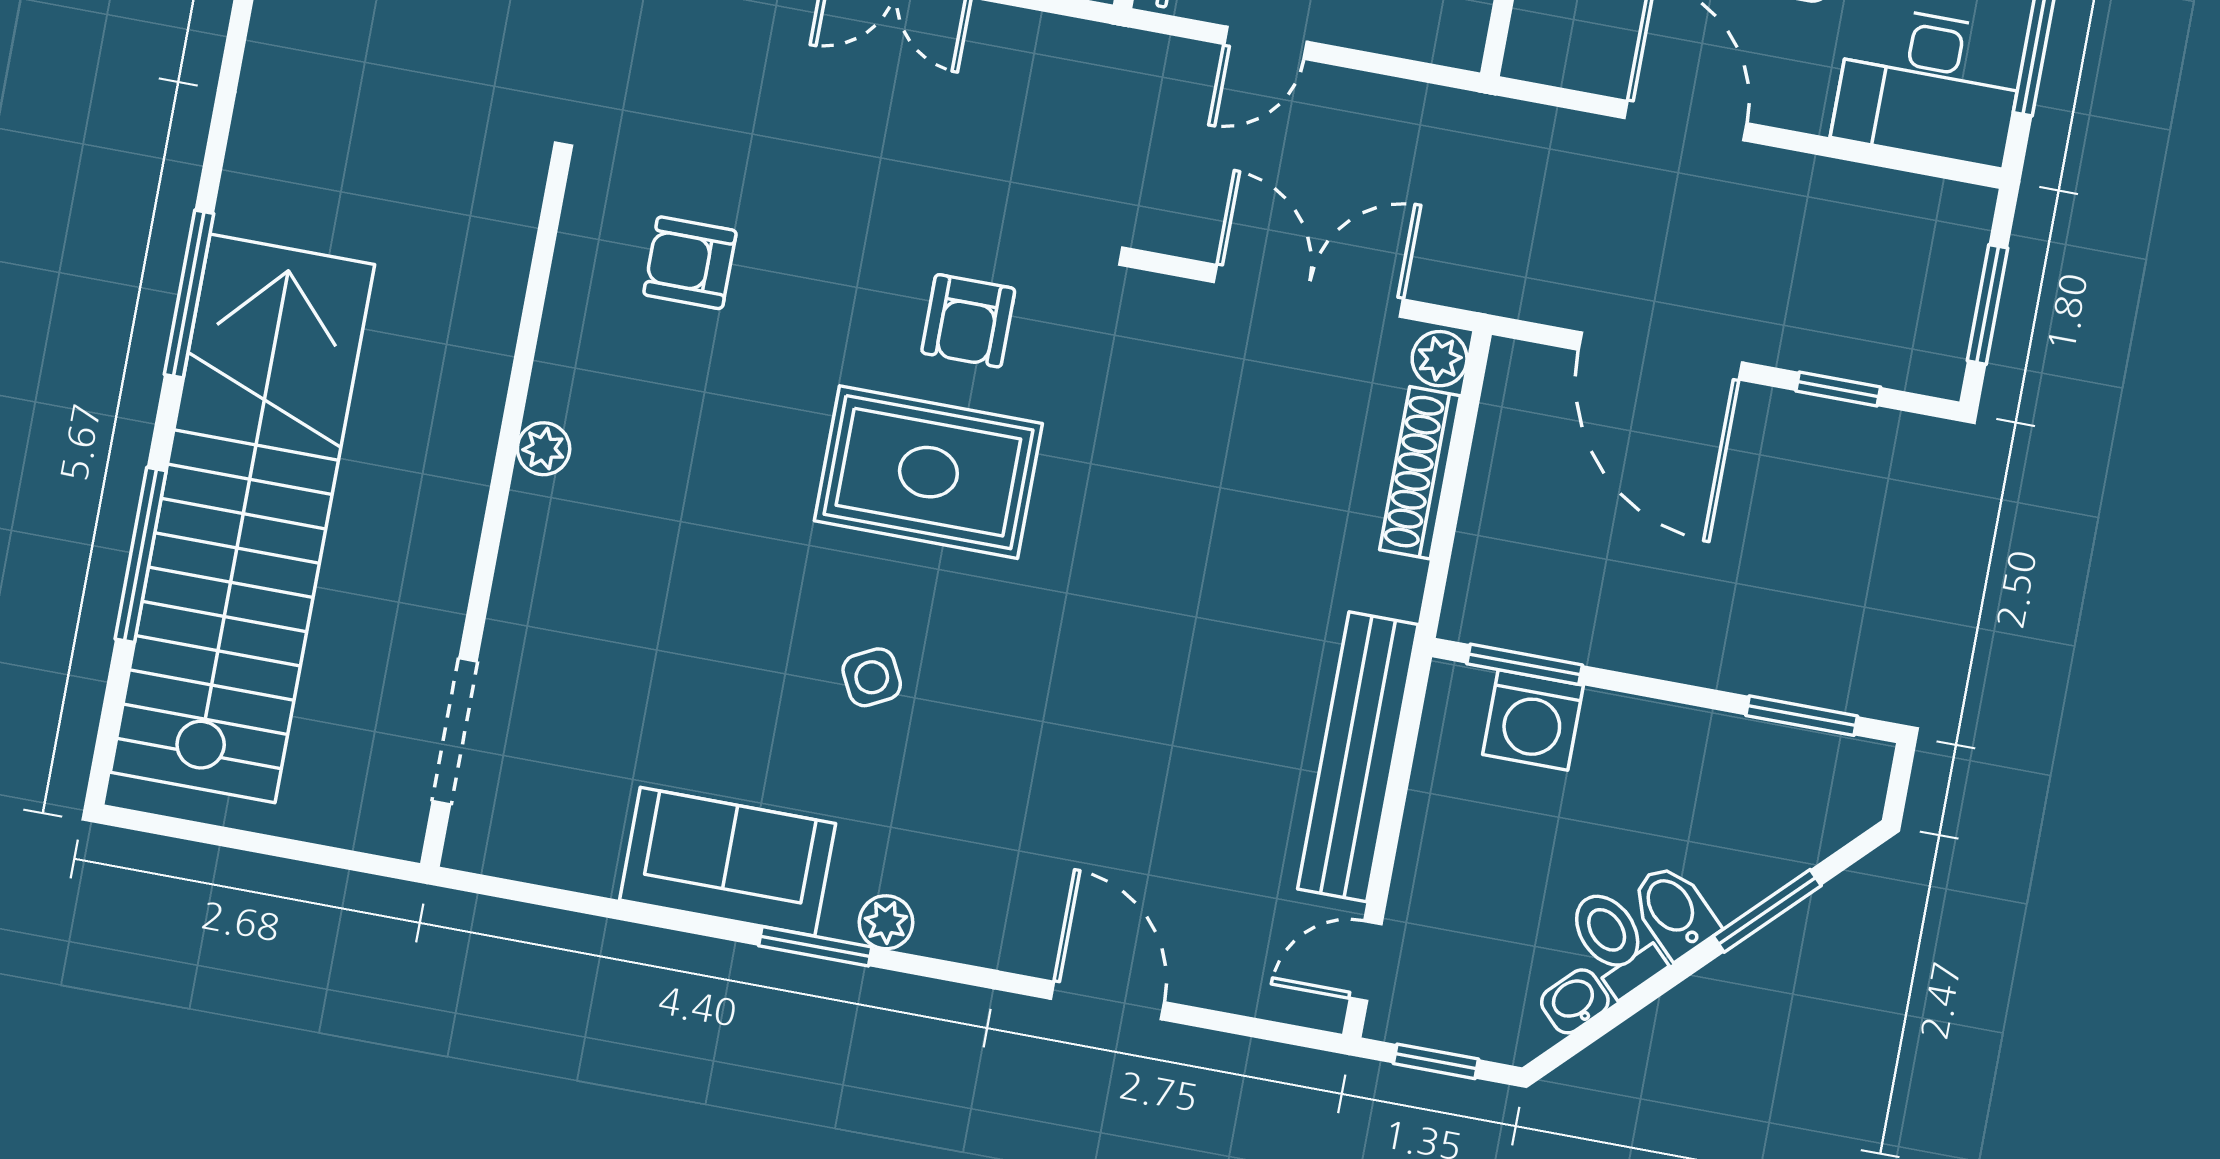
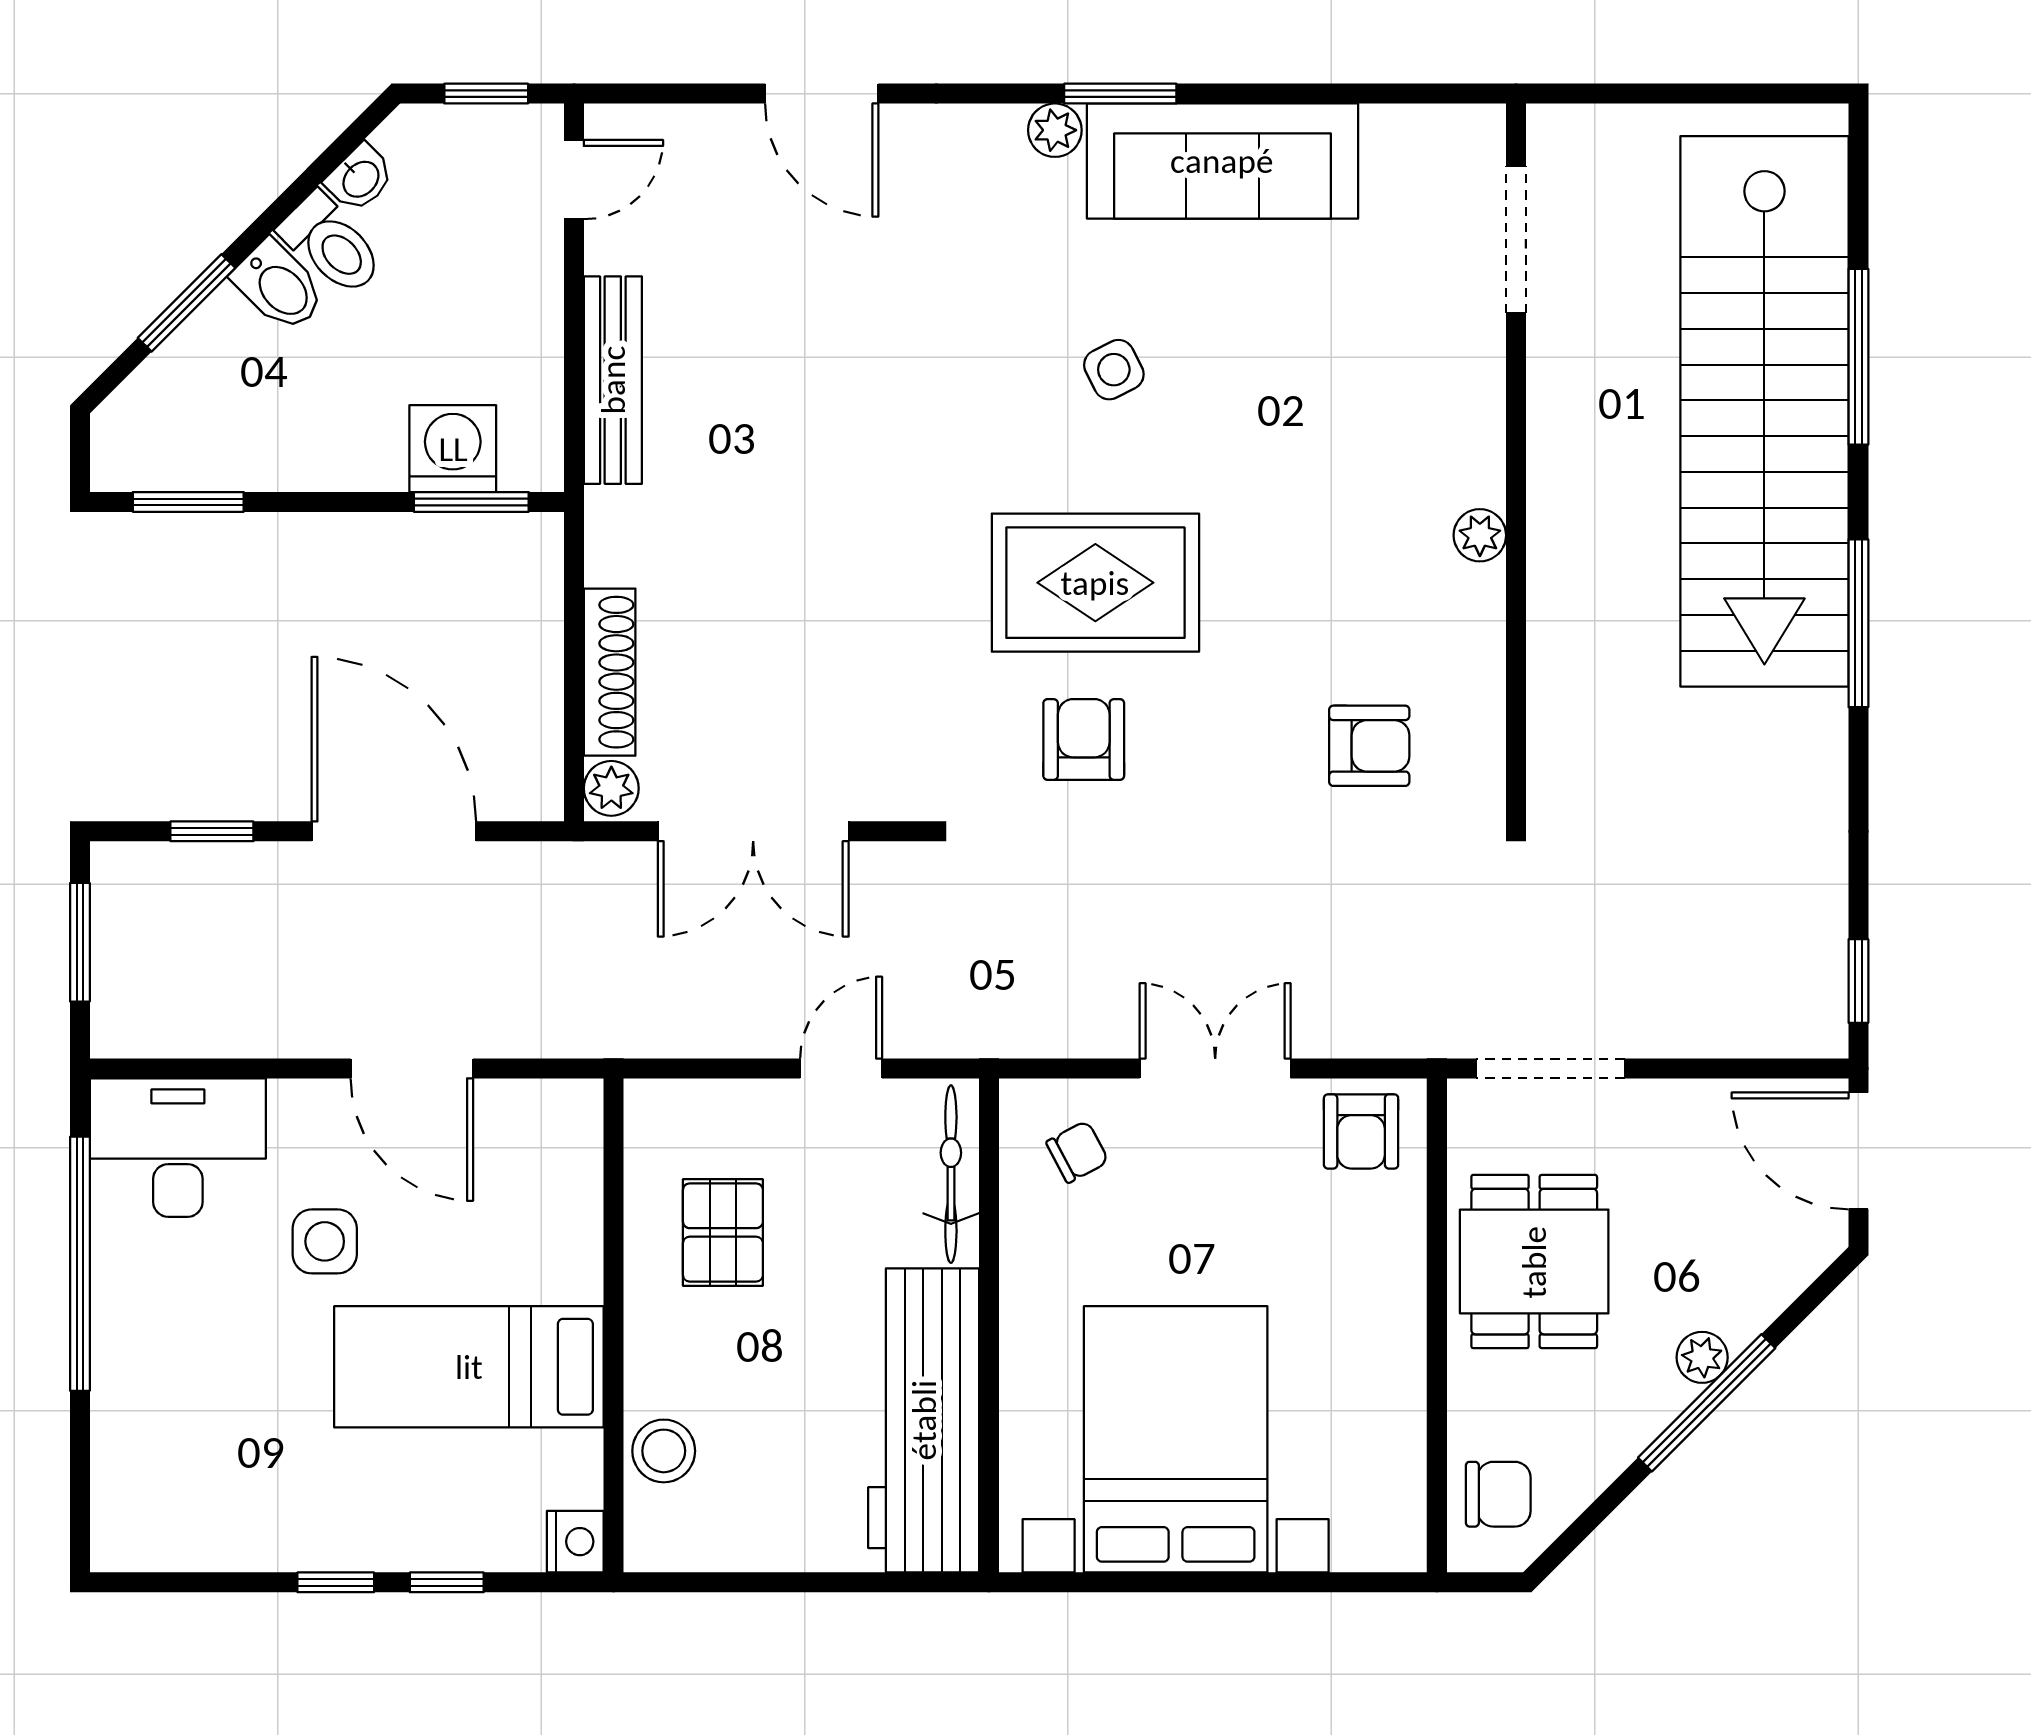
bench: (1358, 757) -> (613, 380), width x0.73, depth x0.82
sofa: (728, 862) -> (1222, 161), width x1.36

